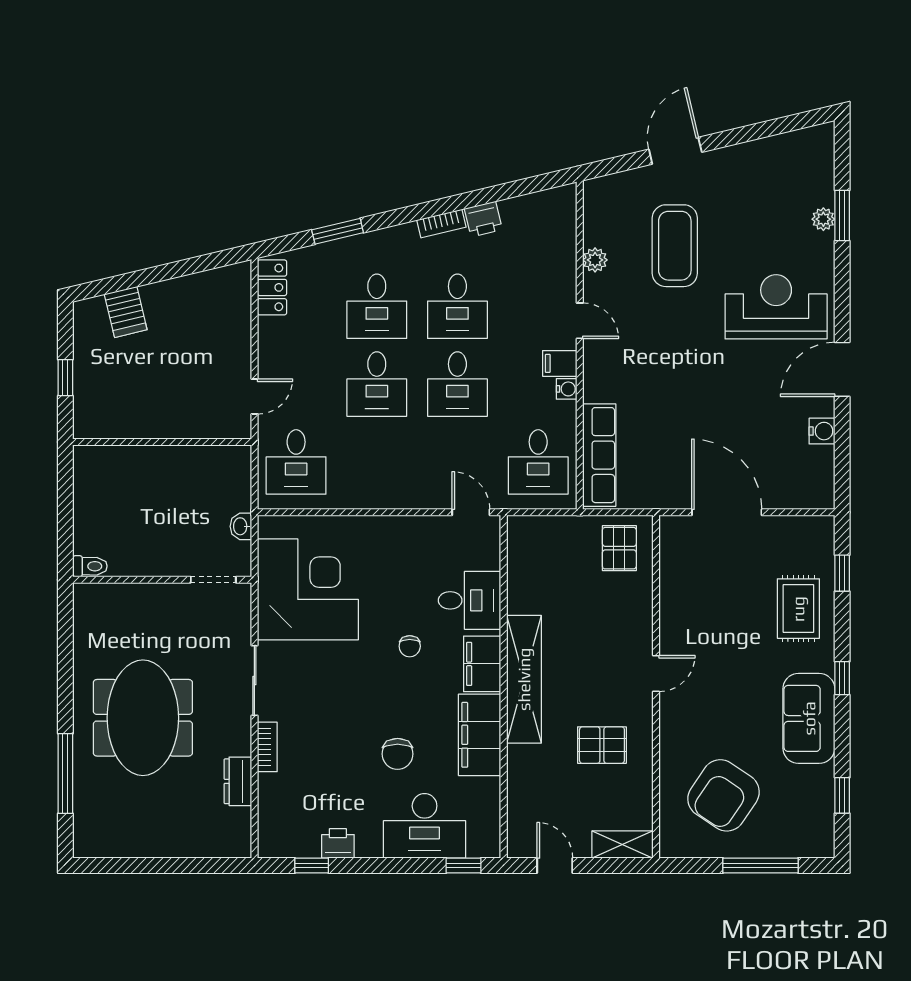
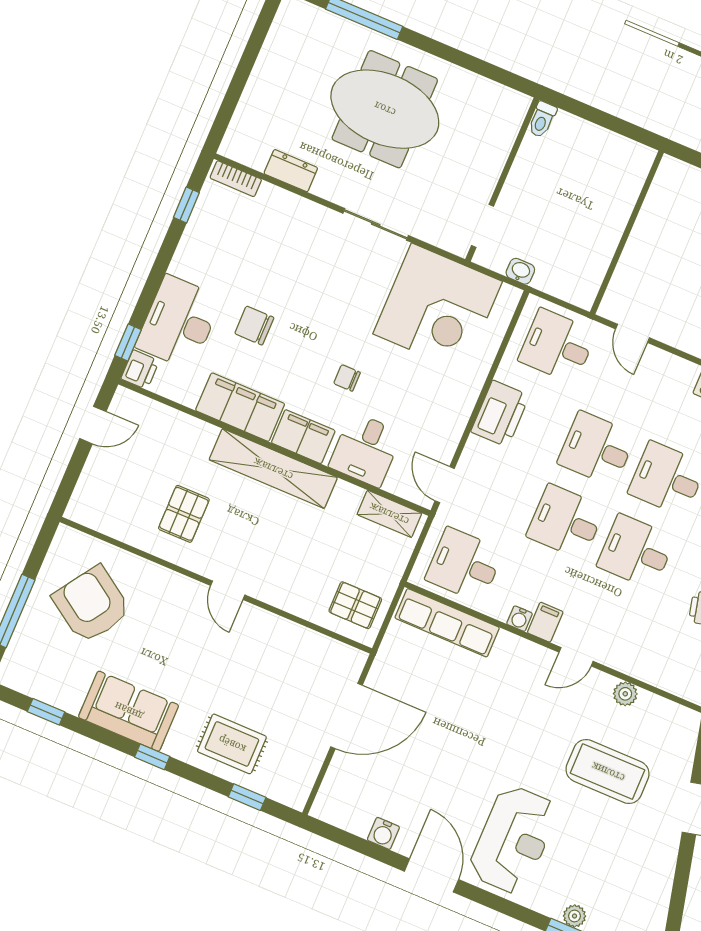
printer: (382, 489) -> (500, 414), added
door: (471, 512) -> (445, 485), swing flipped
bookcase: (267, 747) -> (236, 179), moved
printer: (338, 843) -> (140, 370), moved
shelving: (622, 845) -> (389, 514), moved, turned 90

